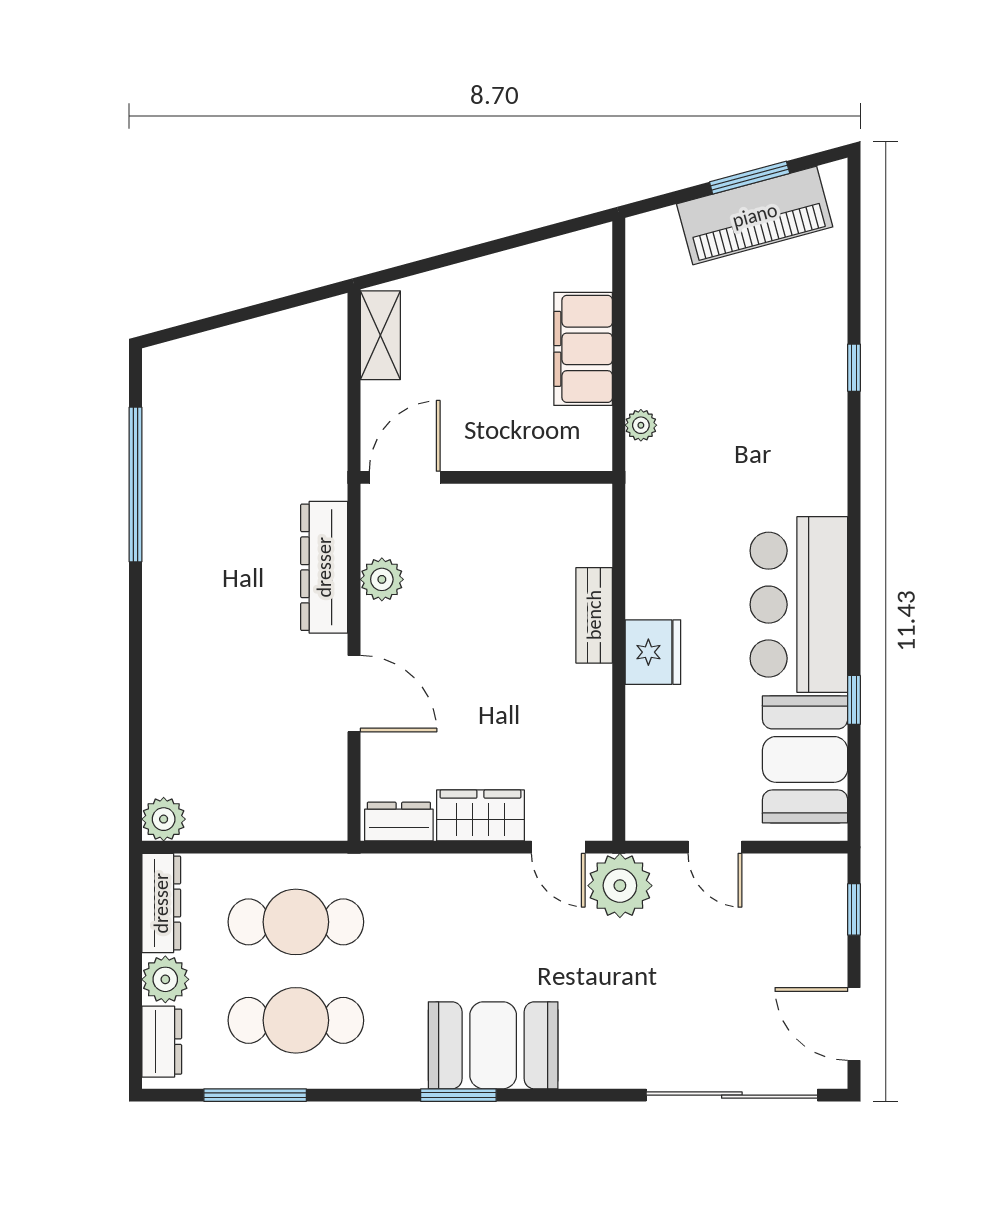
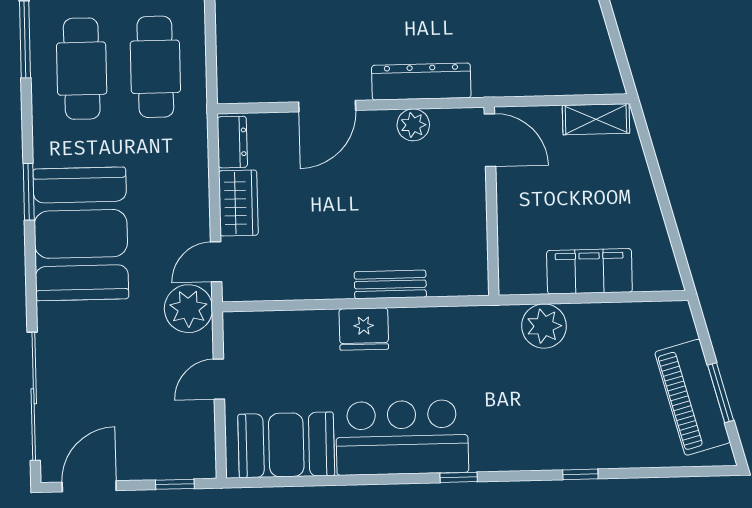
plant: (641, 425) -> (544, 326), width x1.87, depth x1.87
window: (854, 700) -> (459, 477), moved
booth: (493, 1045) -> (81, 234), width x1.36, depth x1.42

